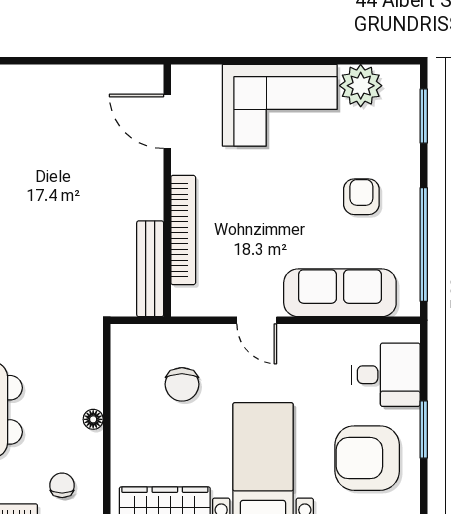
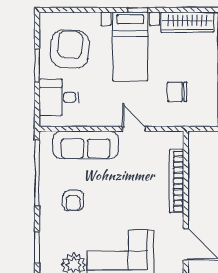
bench: (150, 269) -> (196, 159), removed
chair: (182, 384) -> (177, 92), turned -90
armchair: (367, 458) -> (70, 49), turned -85

